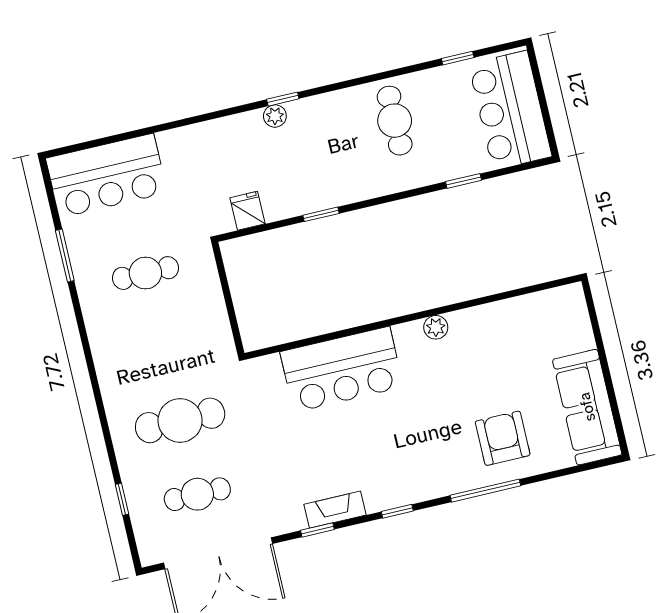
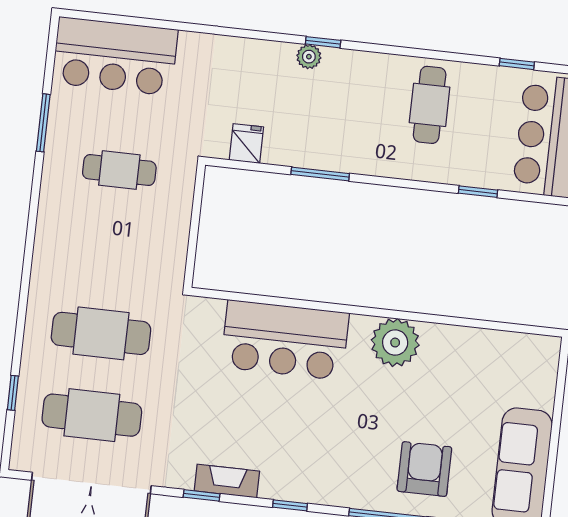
window: (321, 214) -> (320, 174), width x1.50
plant: (436, 327) -> (395, 343), width x1.88, depth x1.88
cafe table: (197, 494) -> (92, 415), width x1.37, depth x1.35

